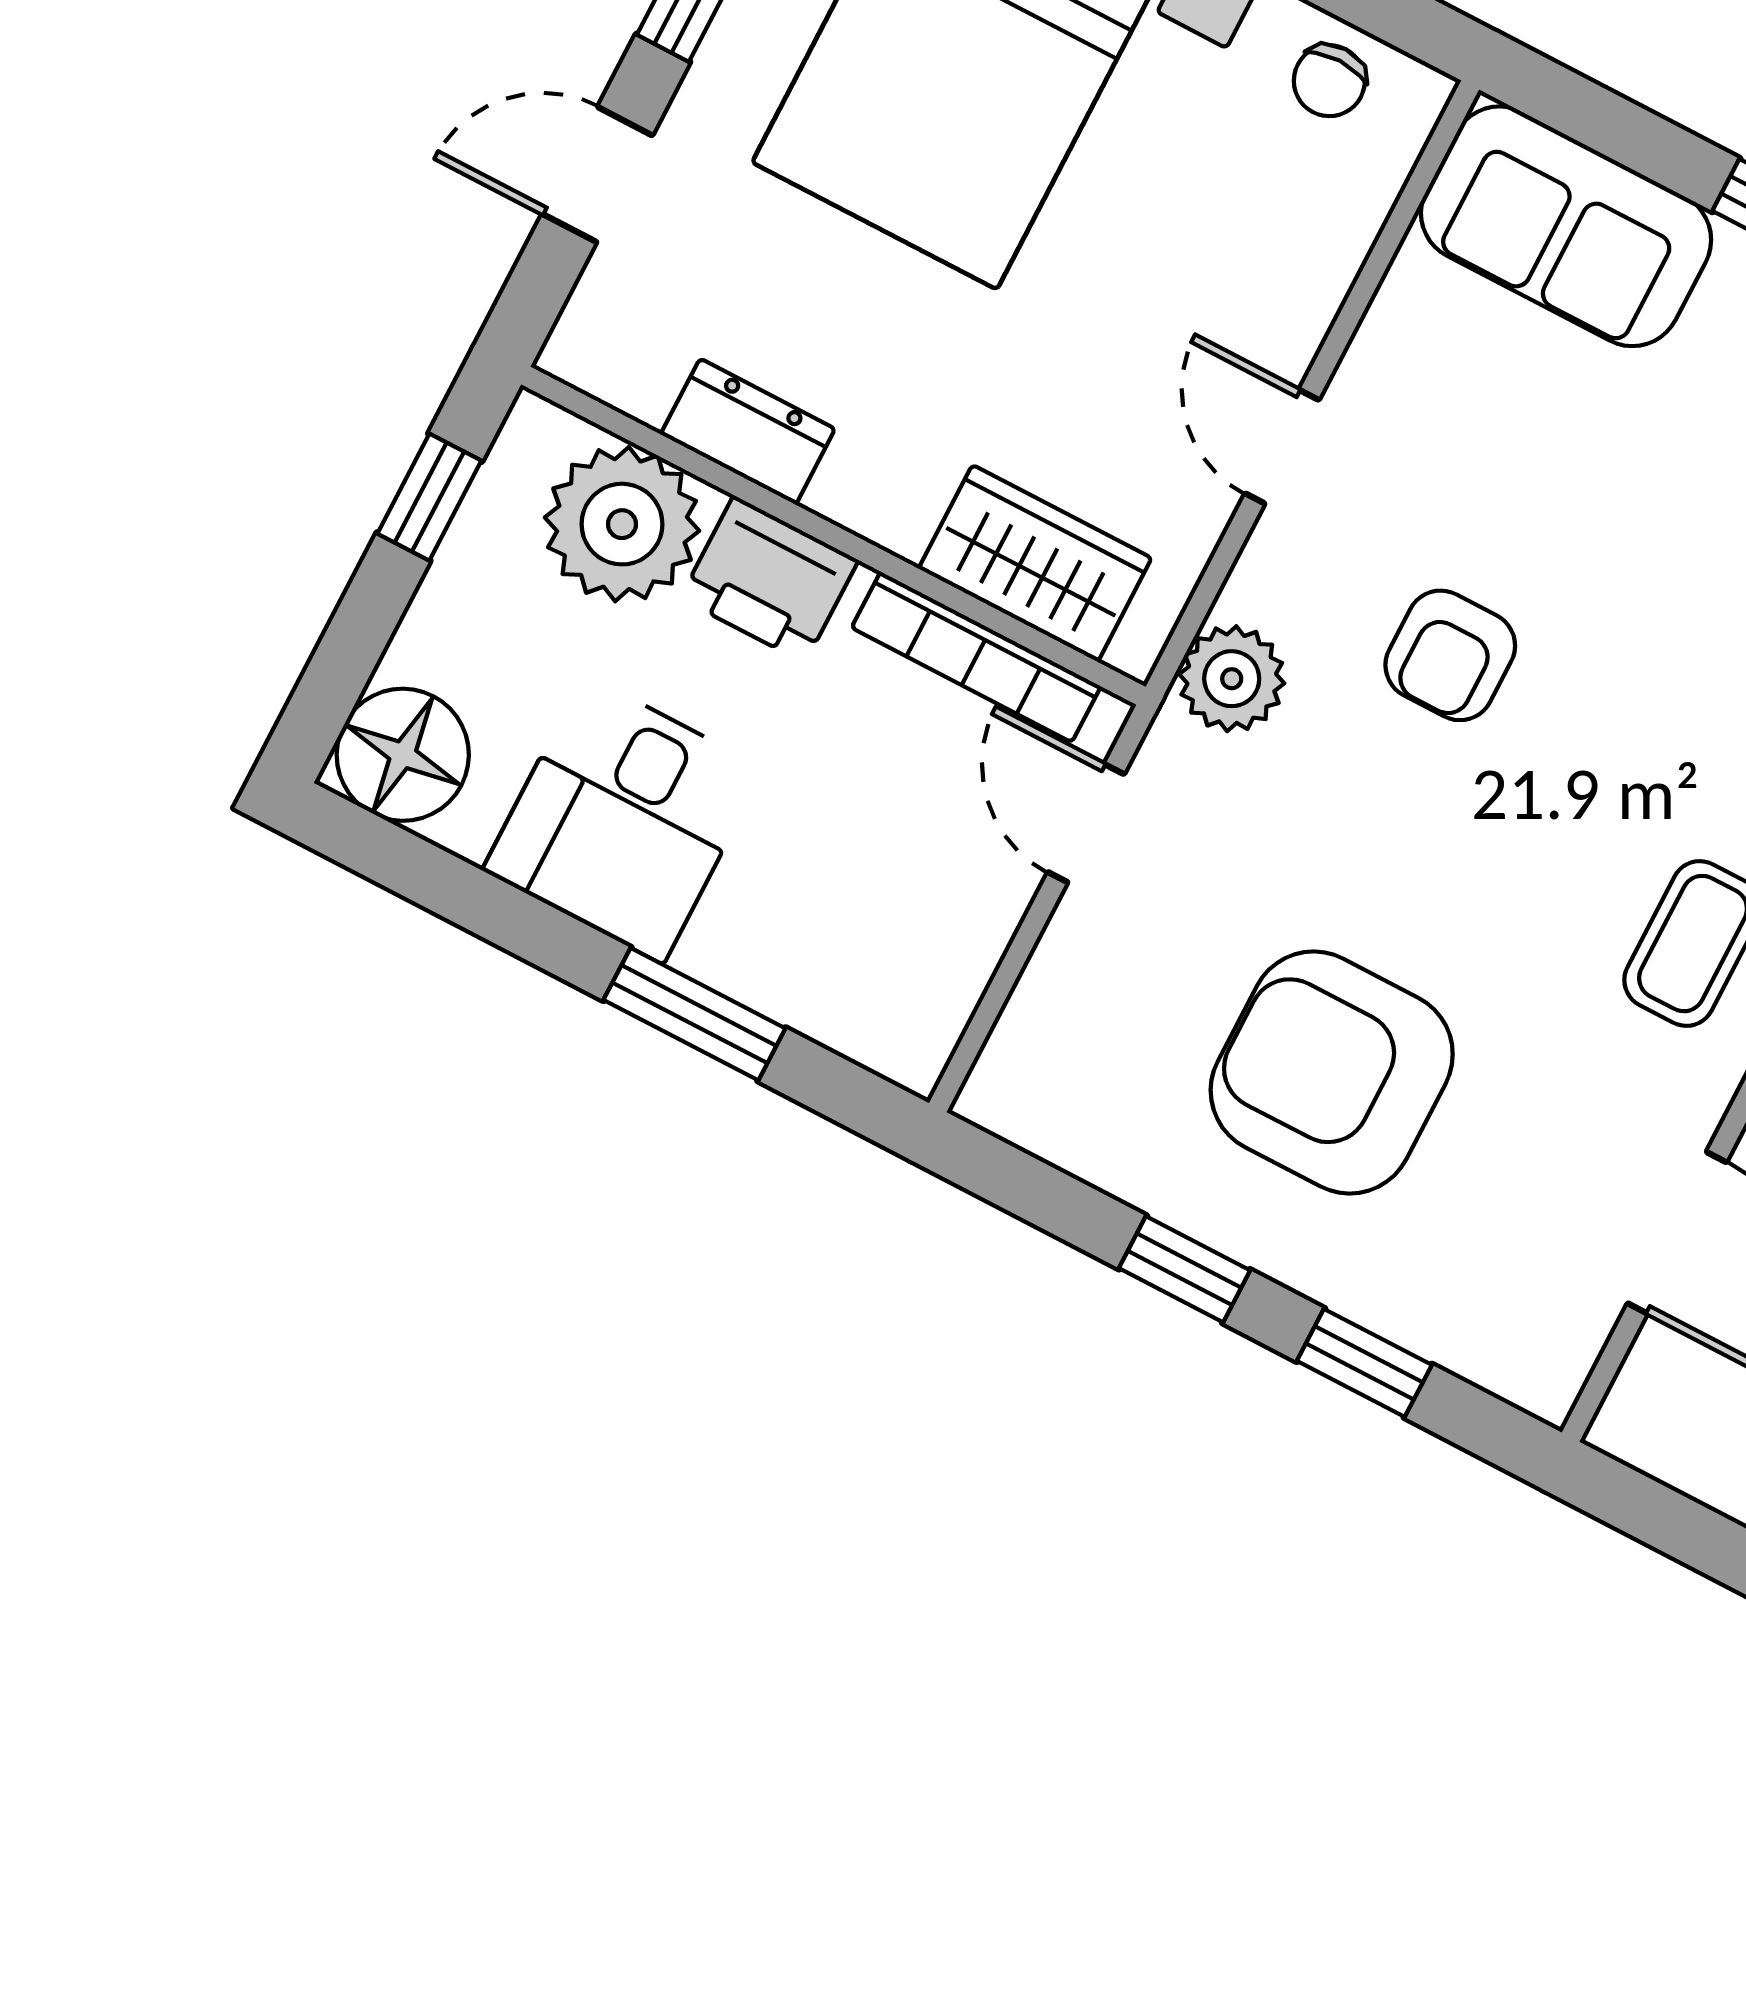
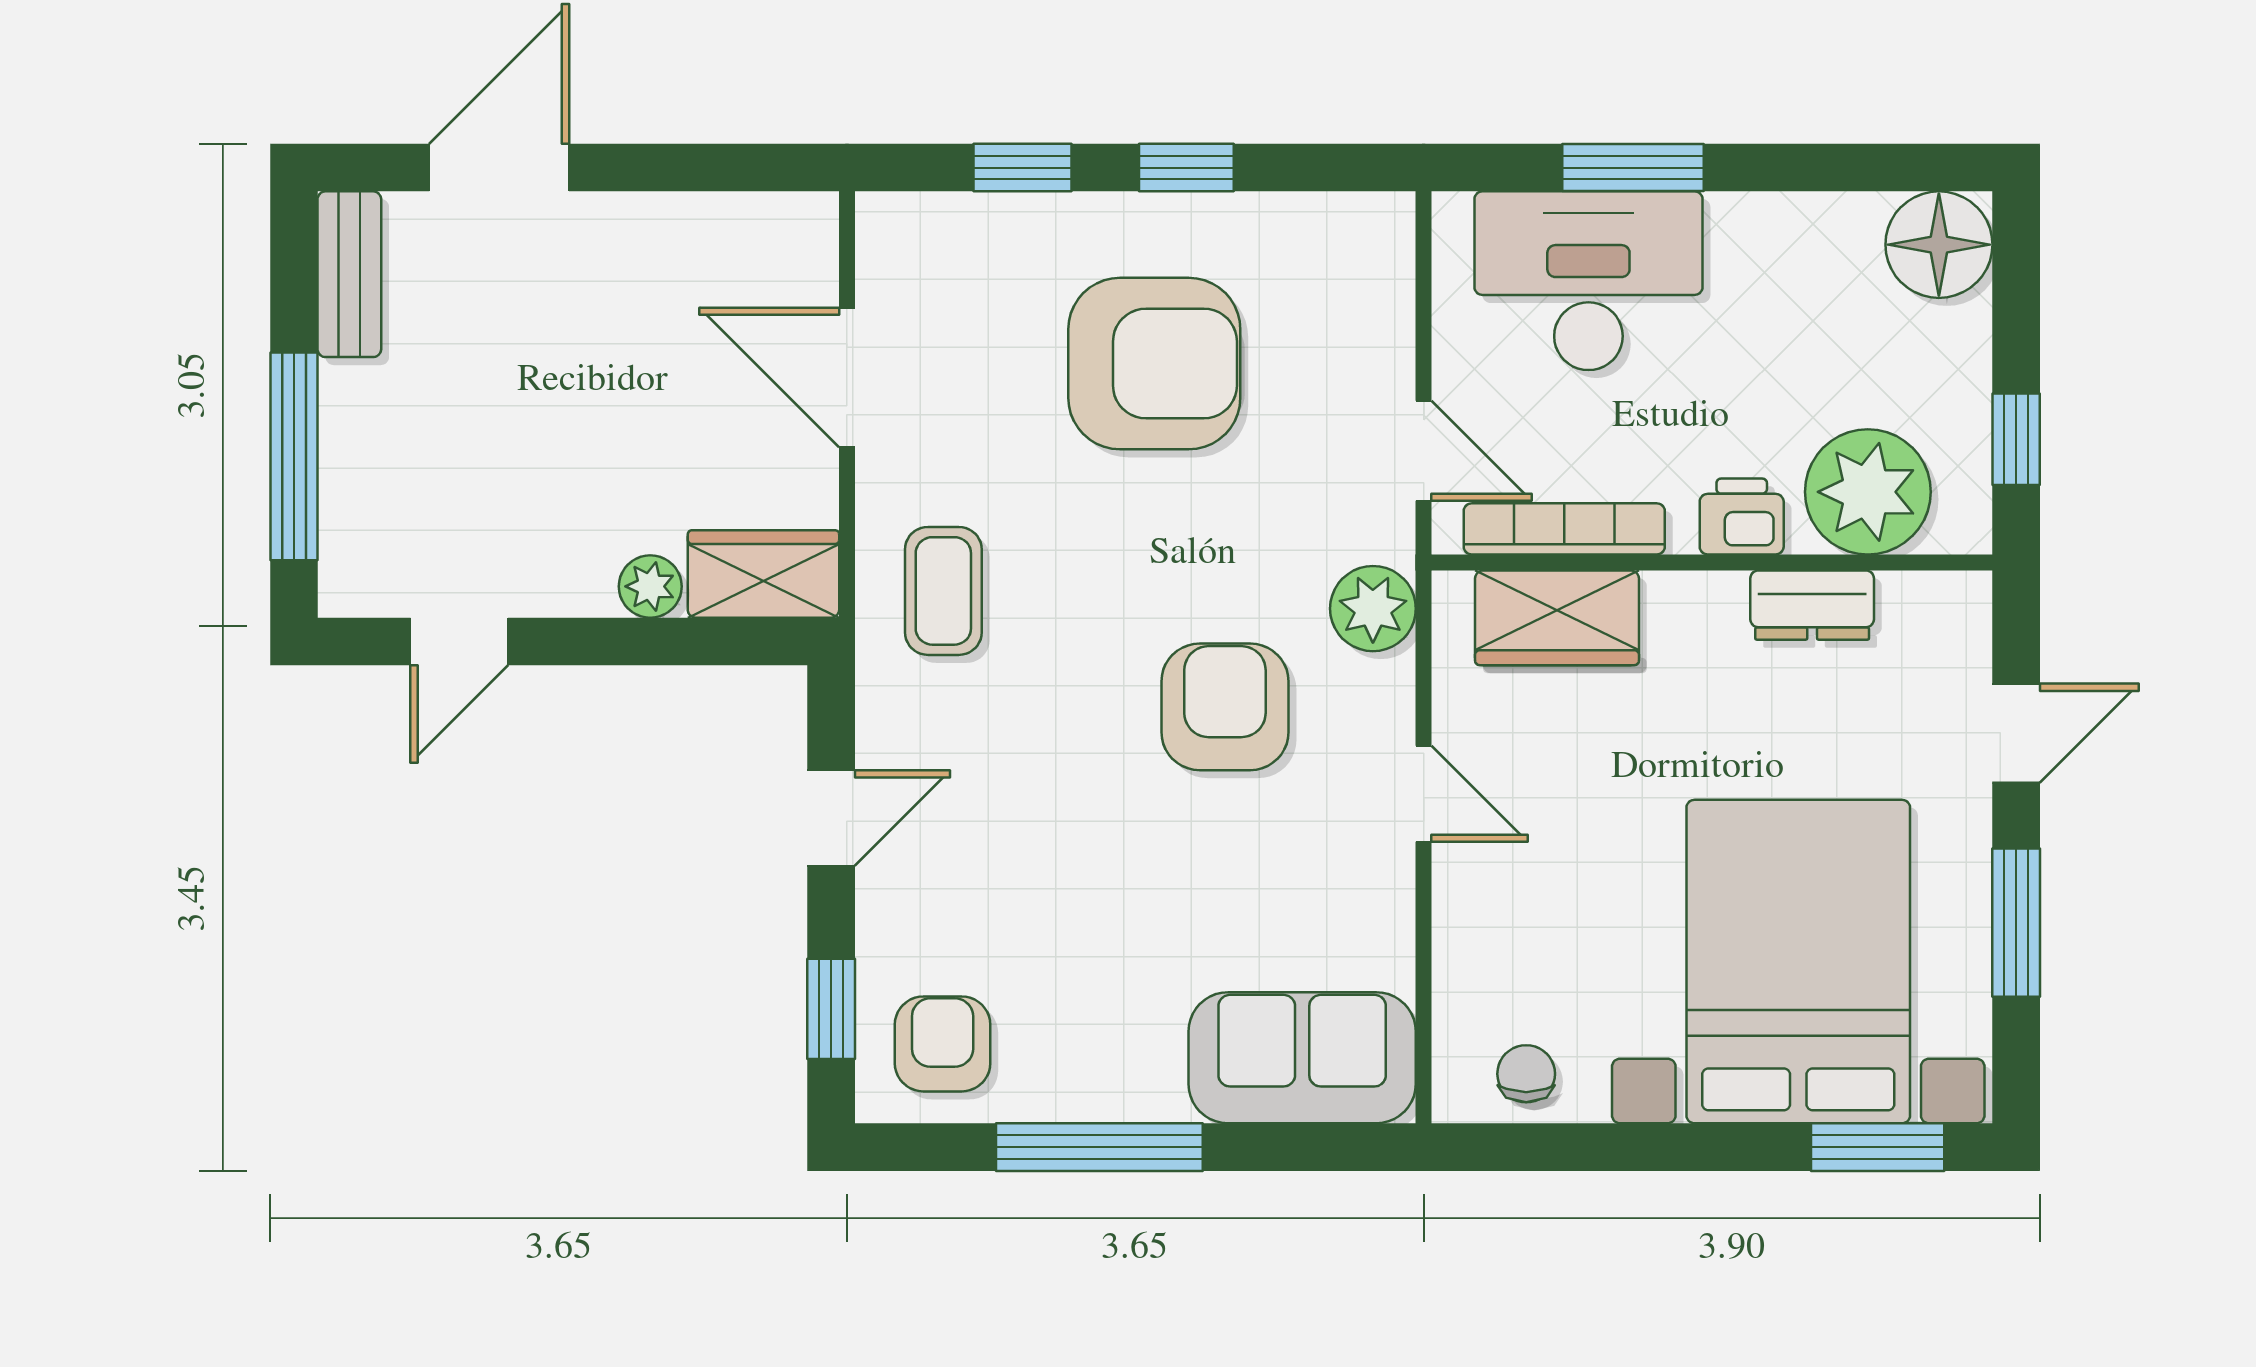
printer: (769, 579) -> (1742, 517), width x0.73, depth x0.81
armchair: (1450, 655) -> (1225, 707), width x1.38, depth x1.38
desk: (624, 819) -> (1588, 281), moved, width x1.37

